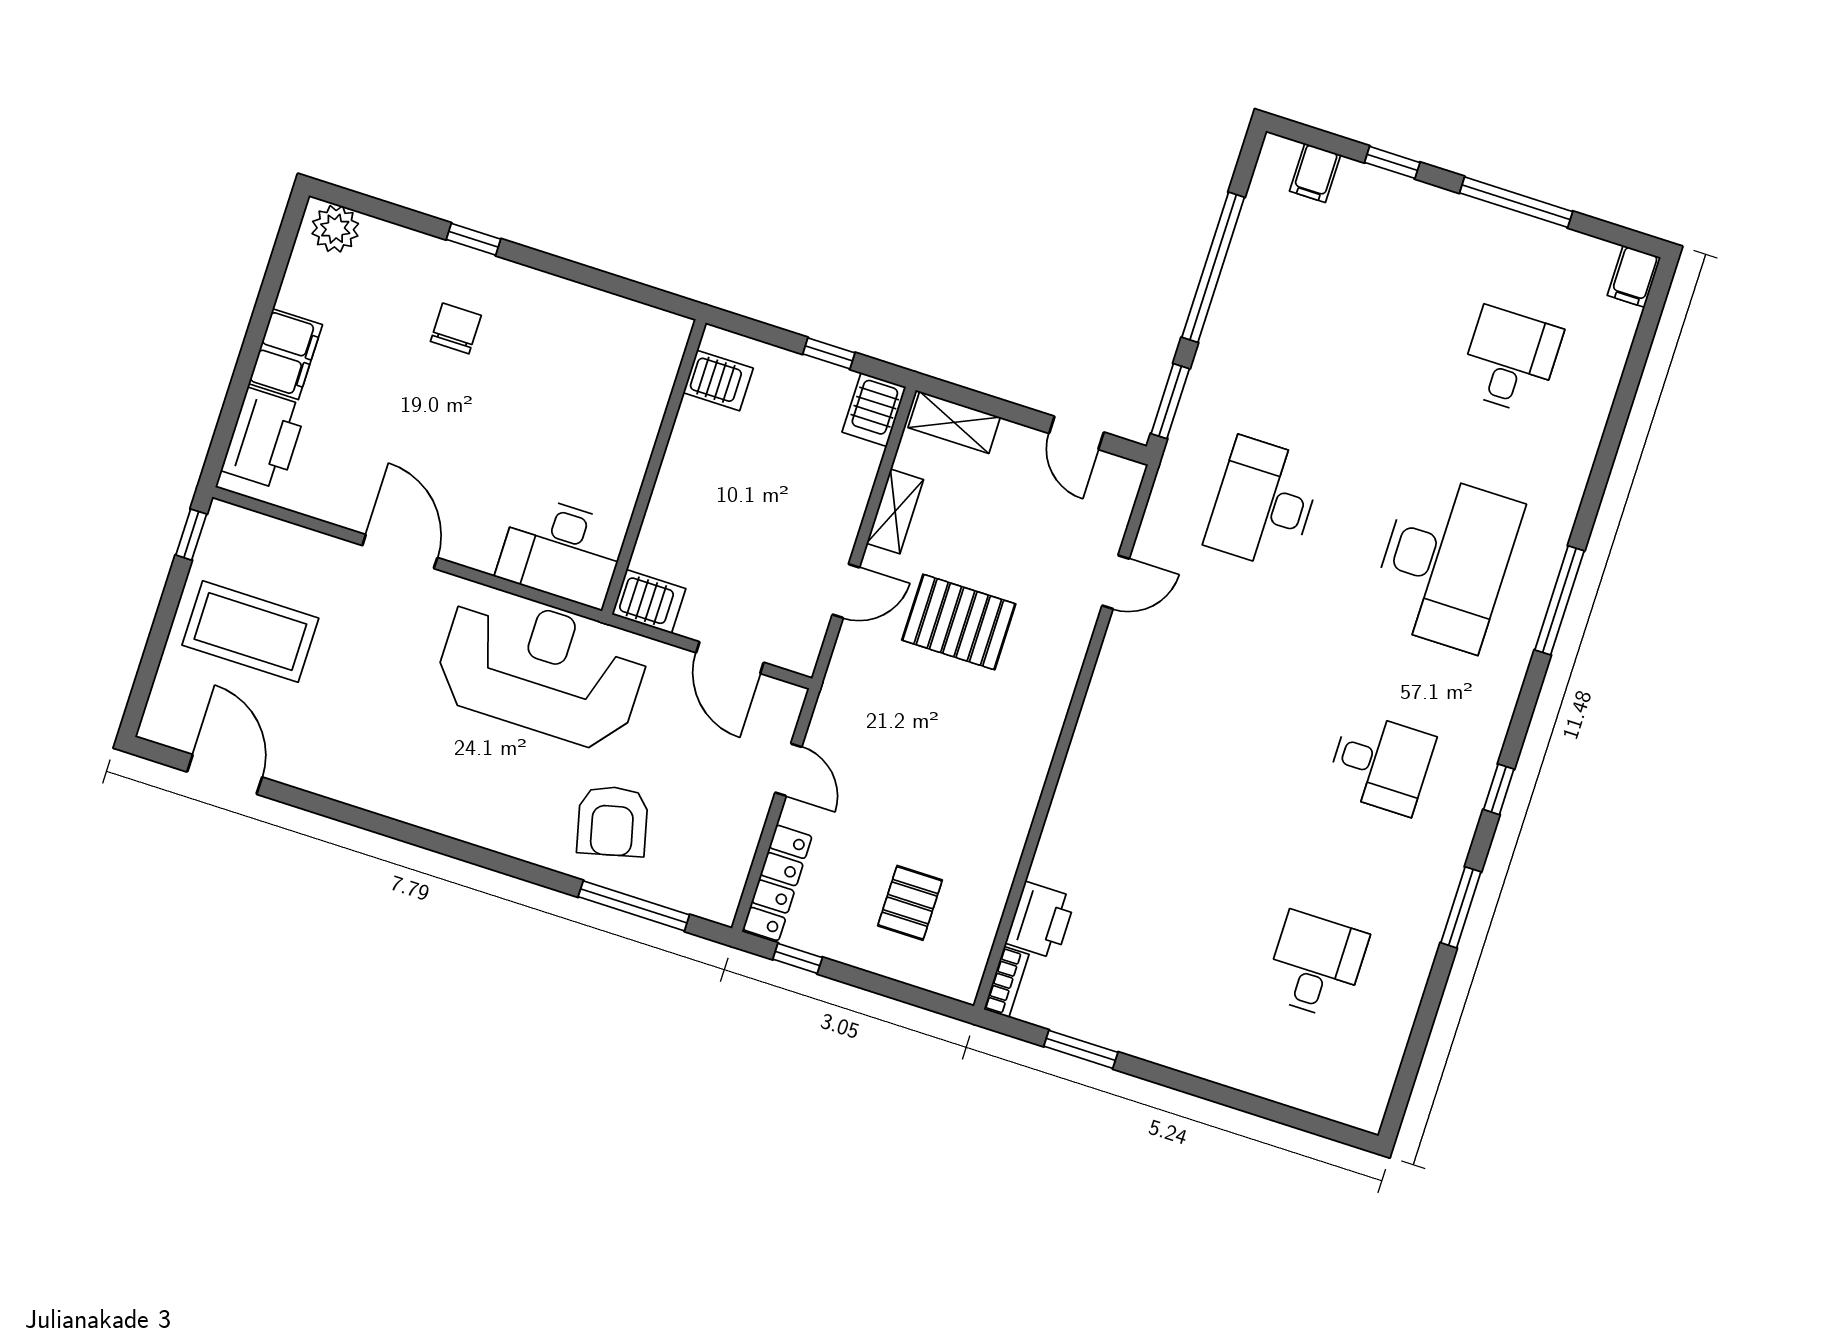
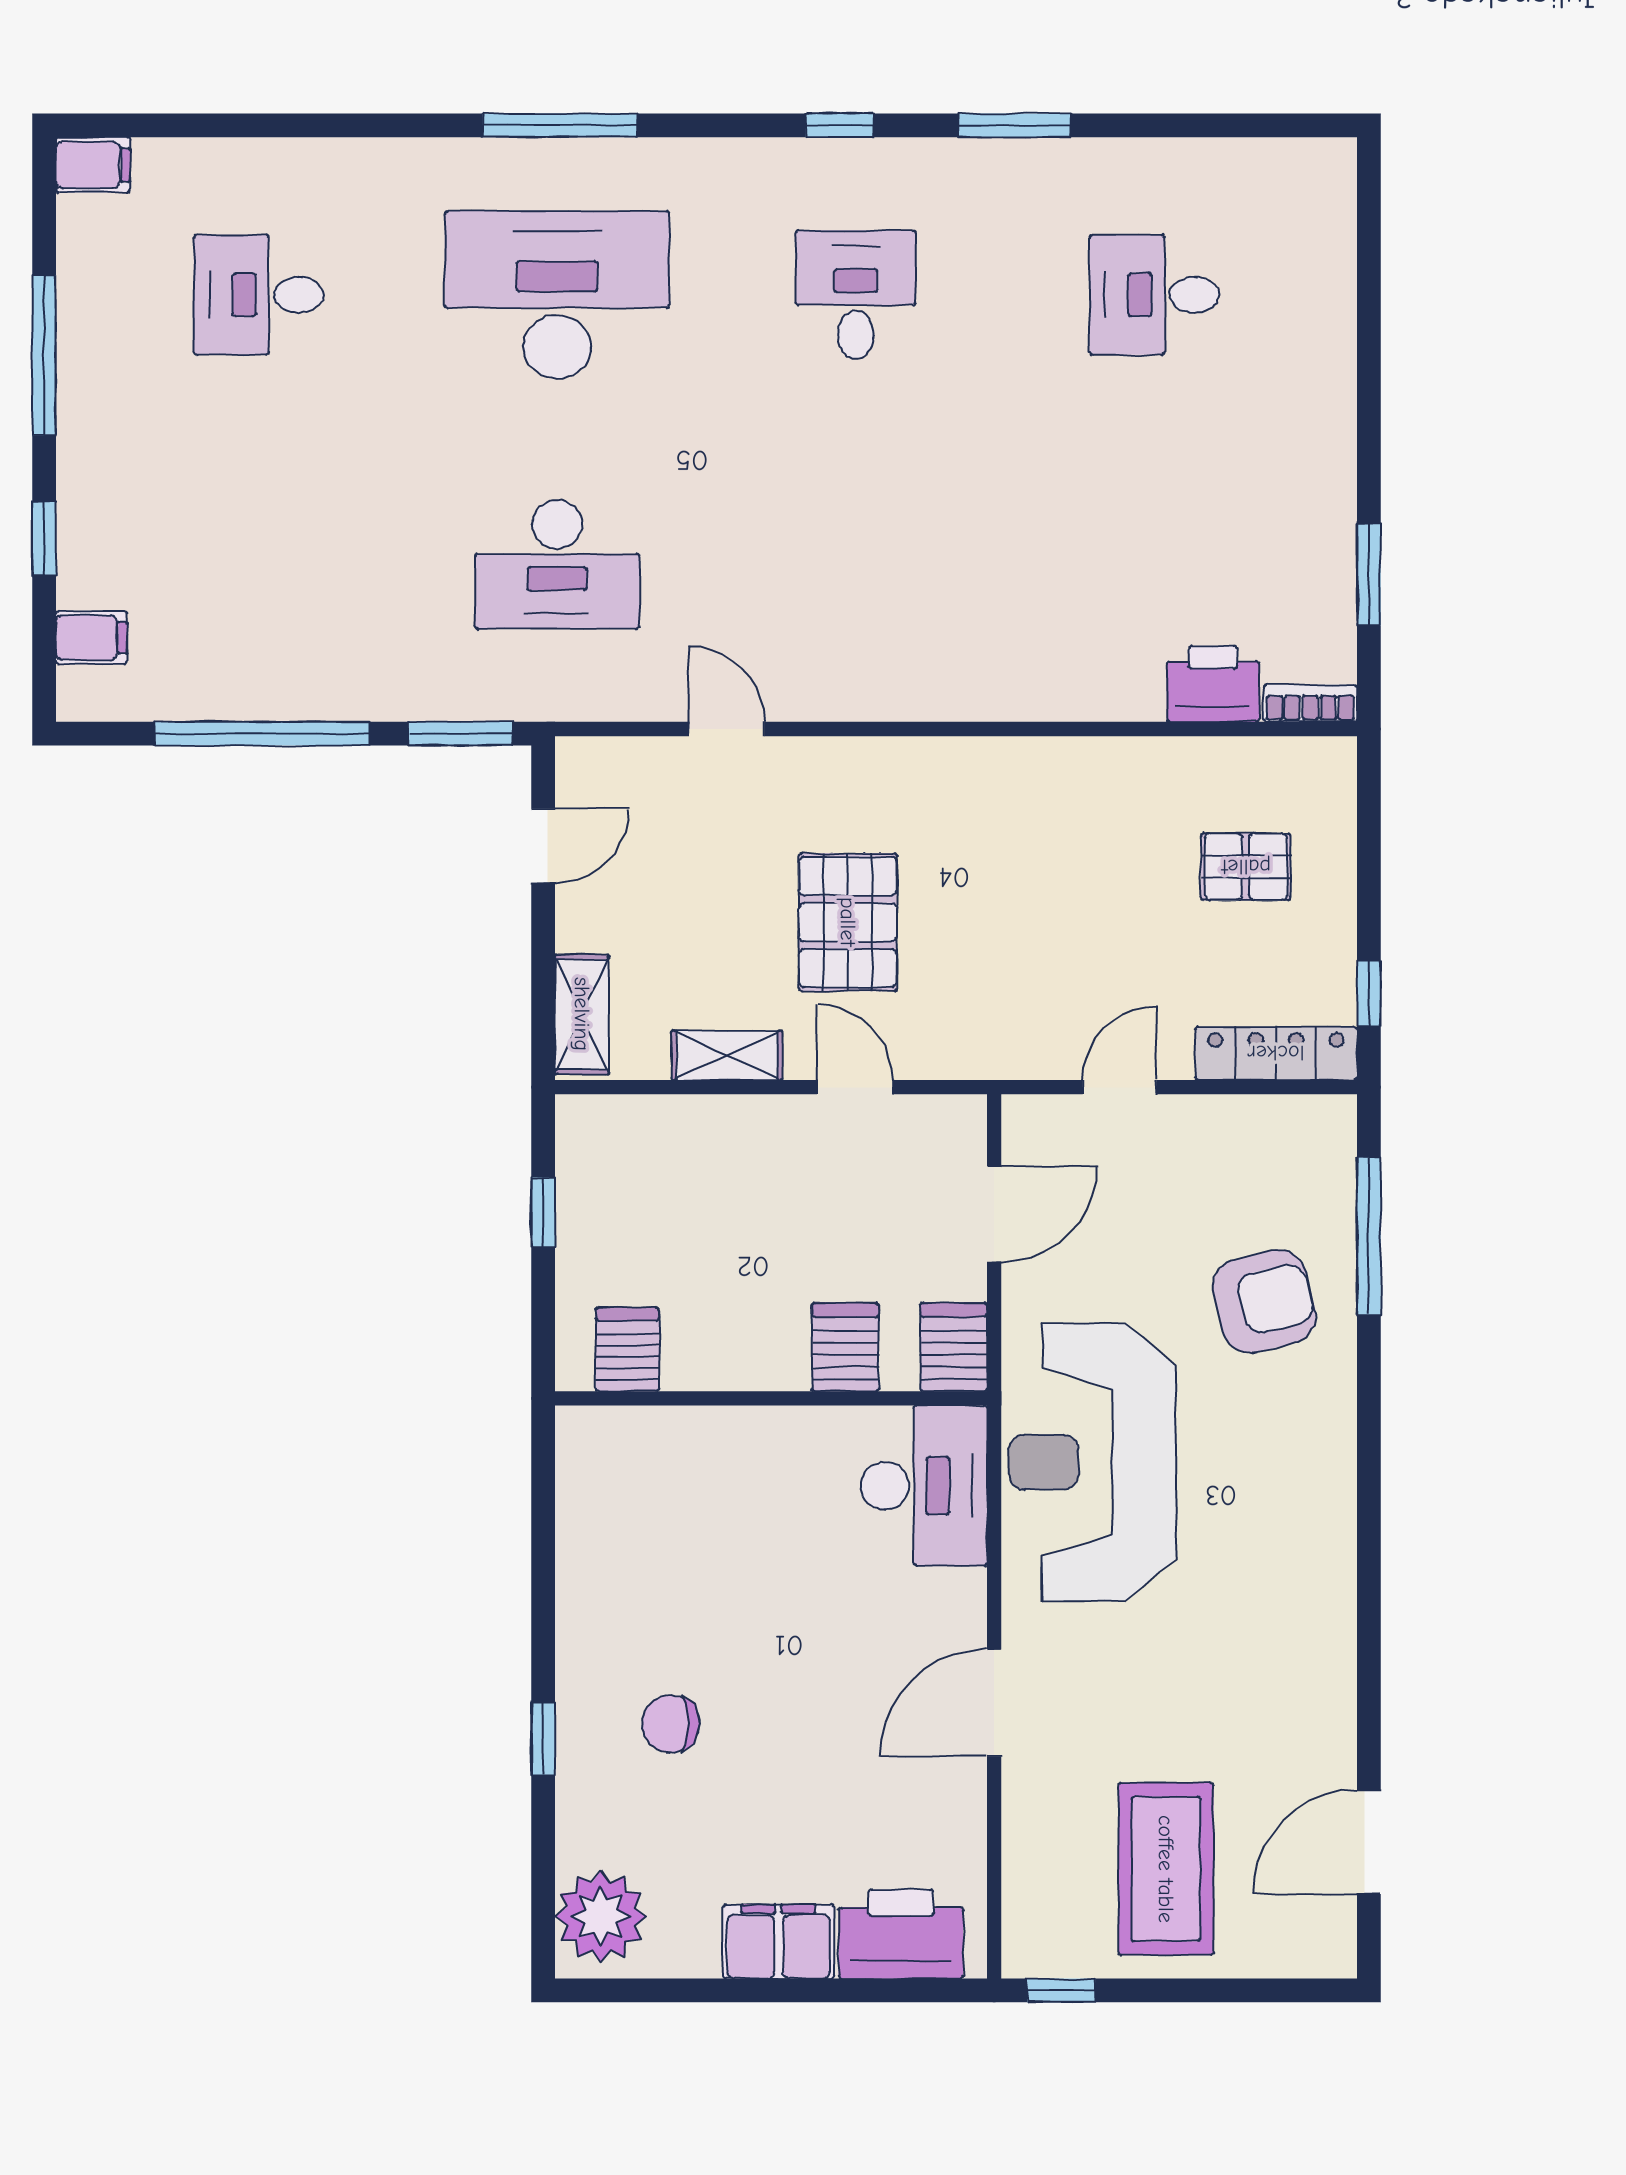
plant: (335, 229) -> (601, 1916), width x1.36, depth x1.36
server rack: (874, 410) -> (845, 1347), moved, turned -90

